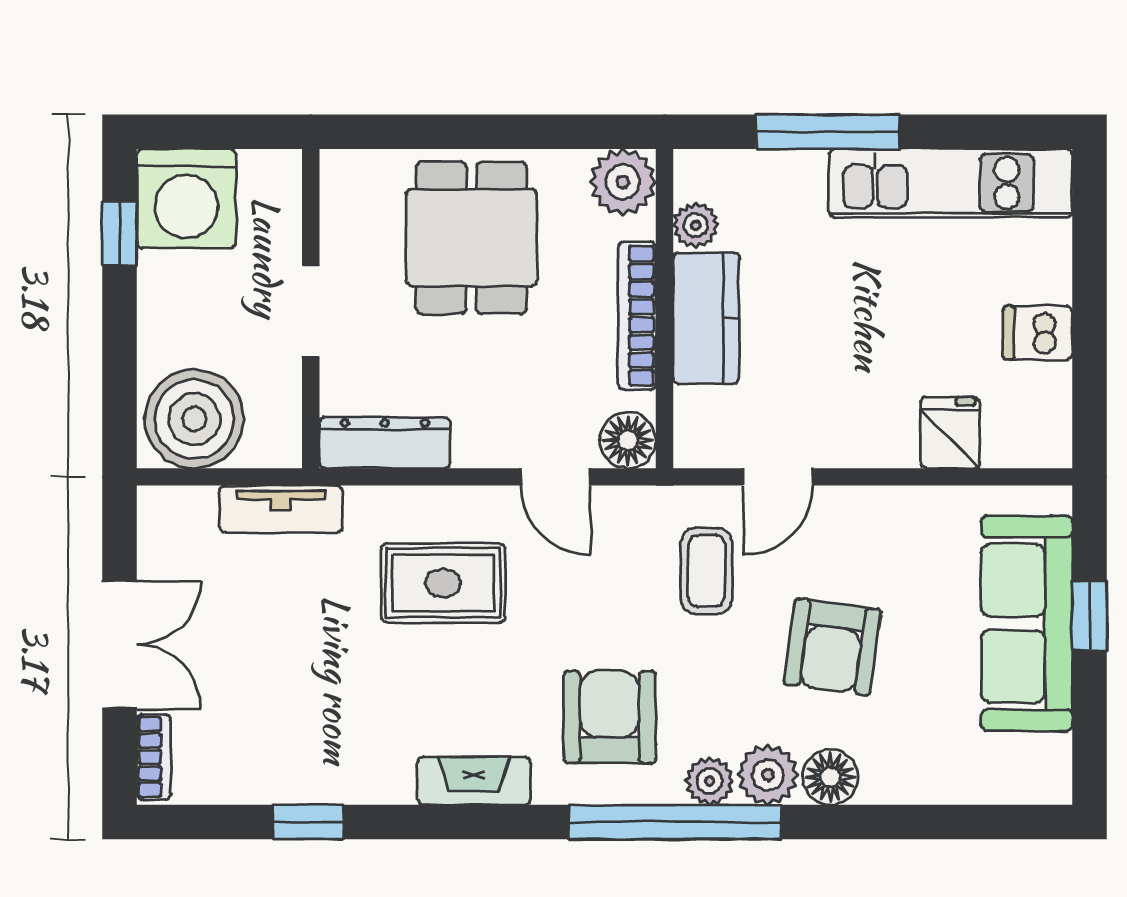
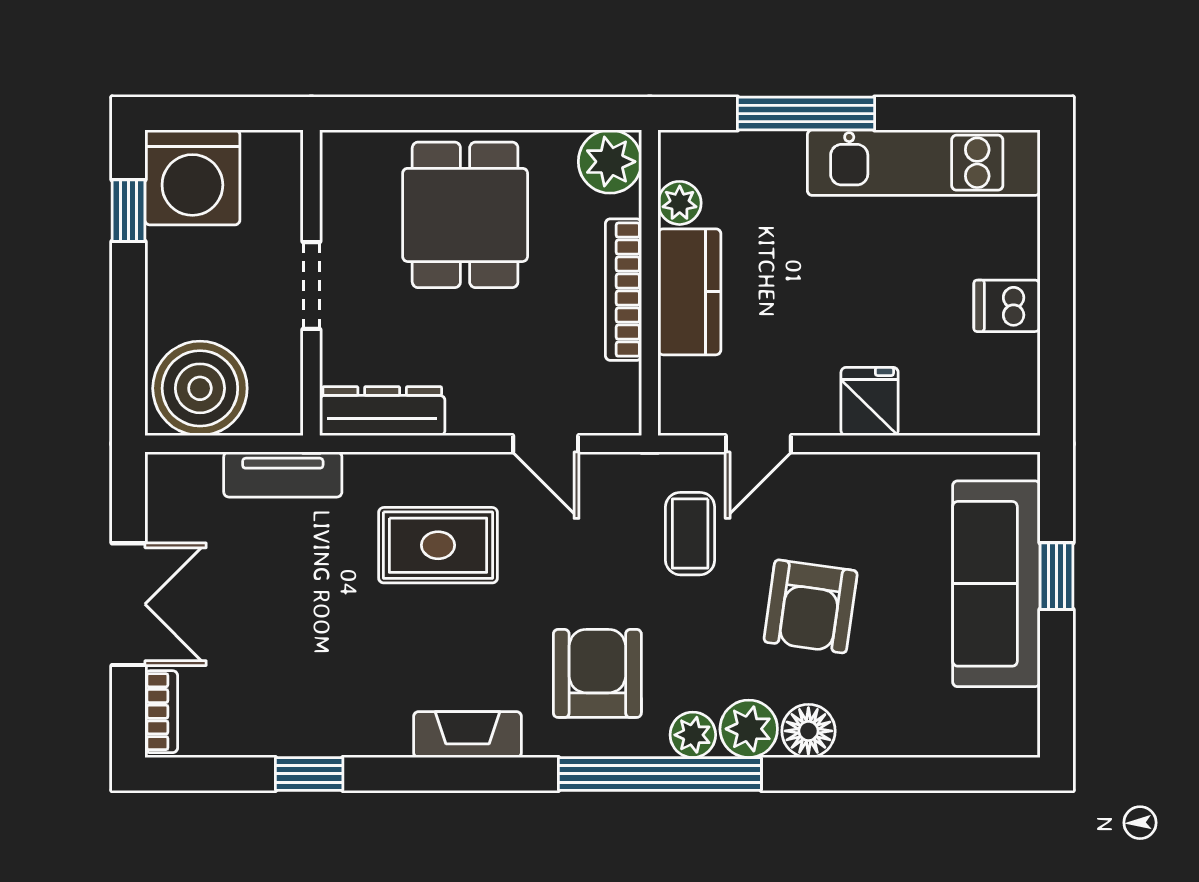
fridge: (950, 433) -> (870, 401), moved
floor lamp: (628, 440) -> (615, 409), removed

